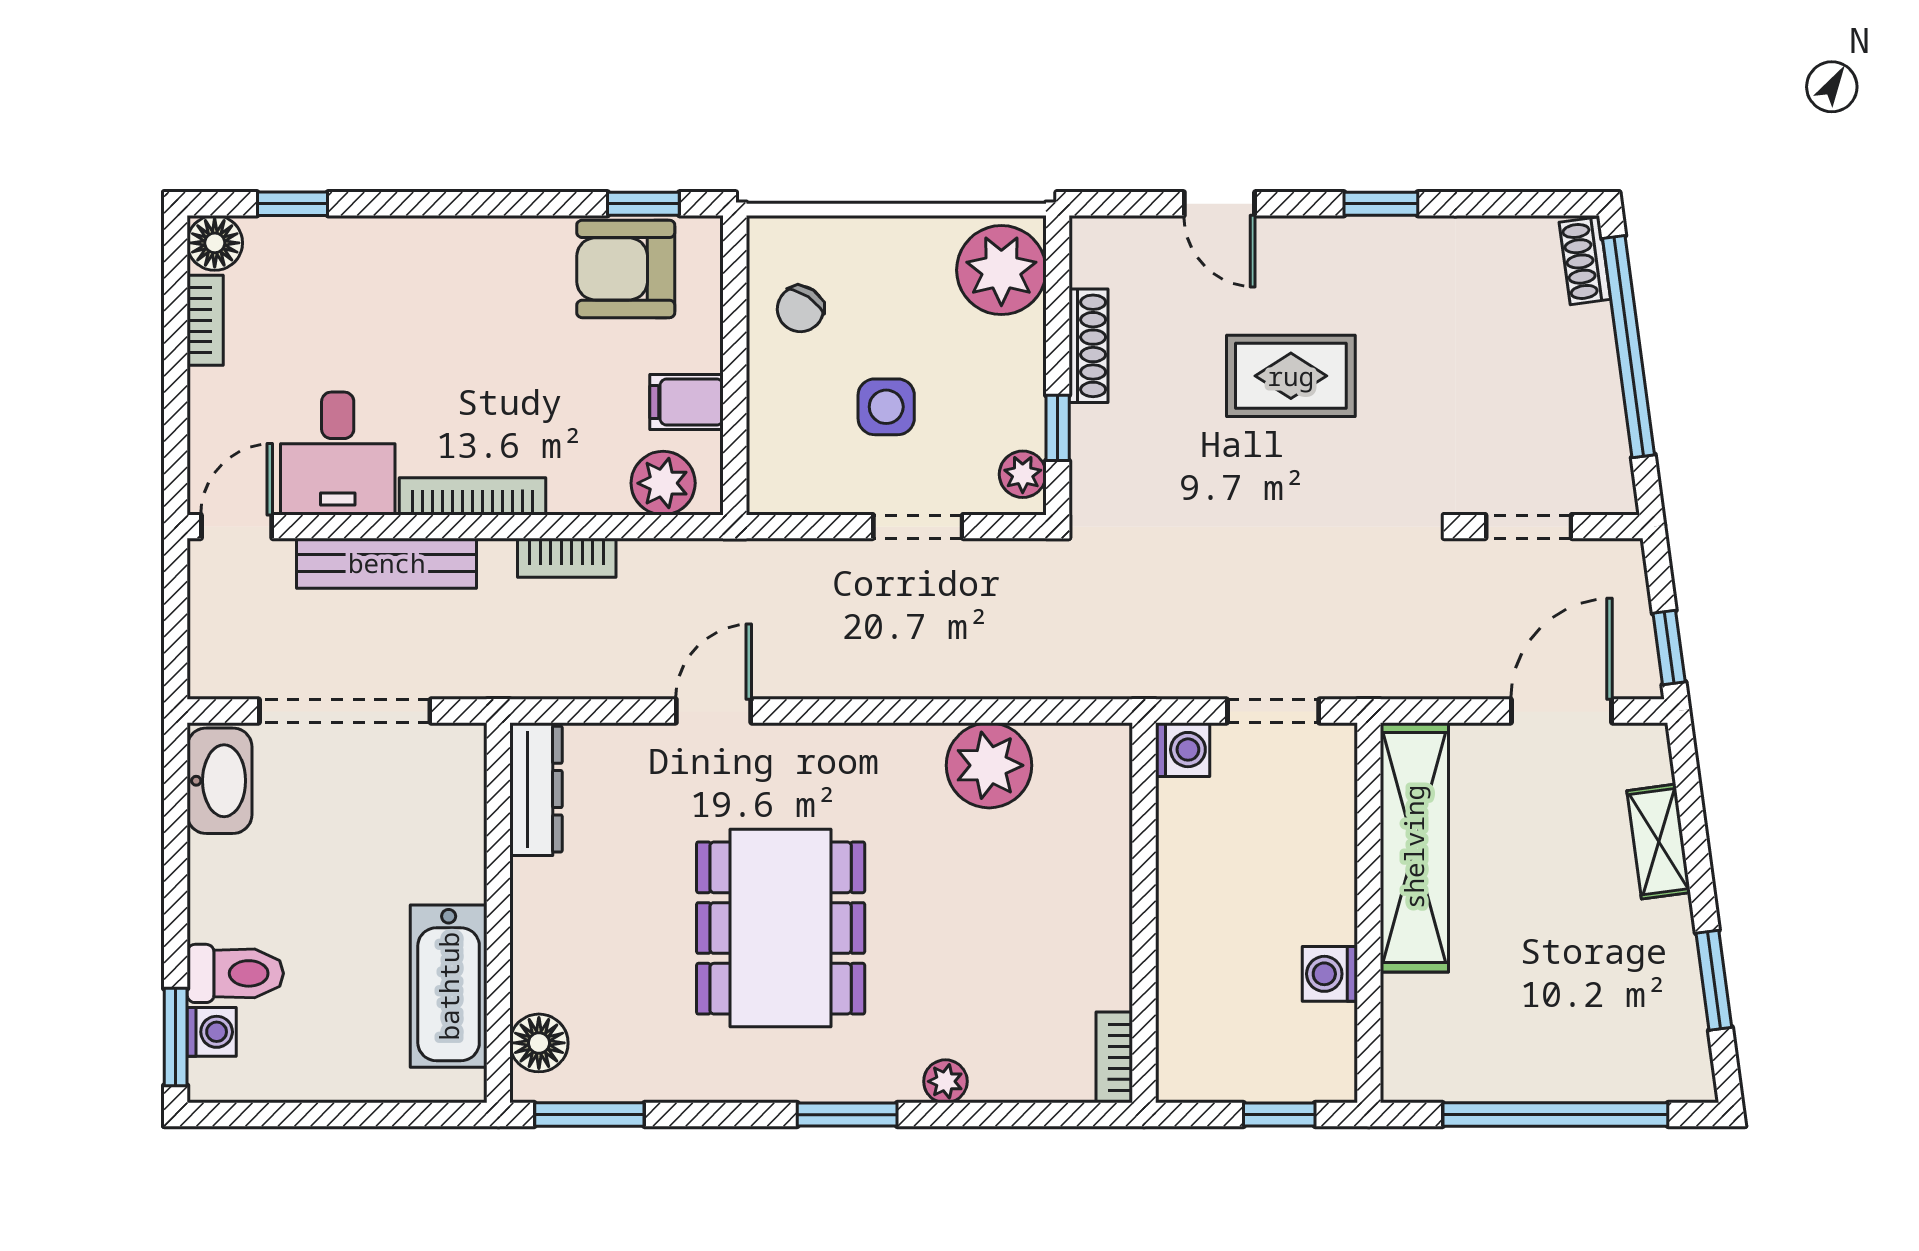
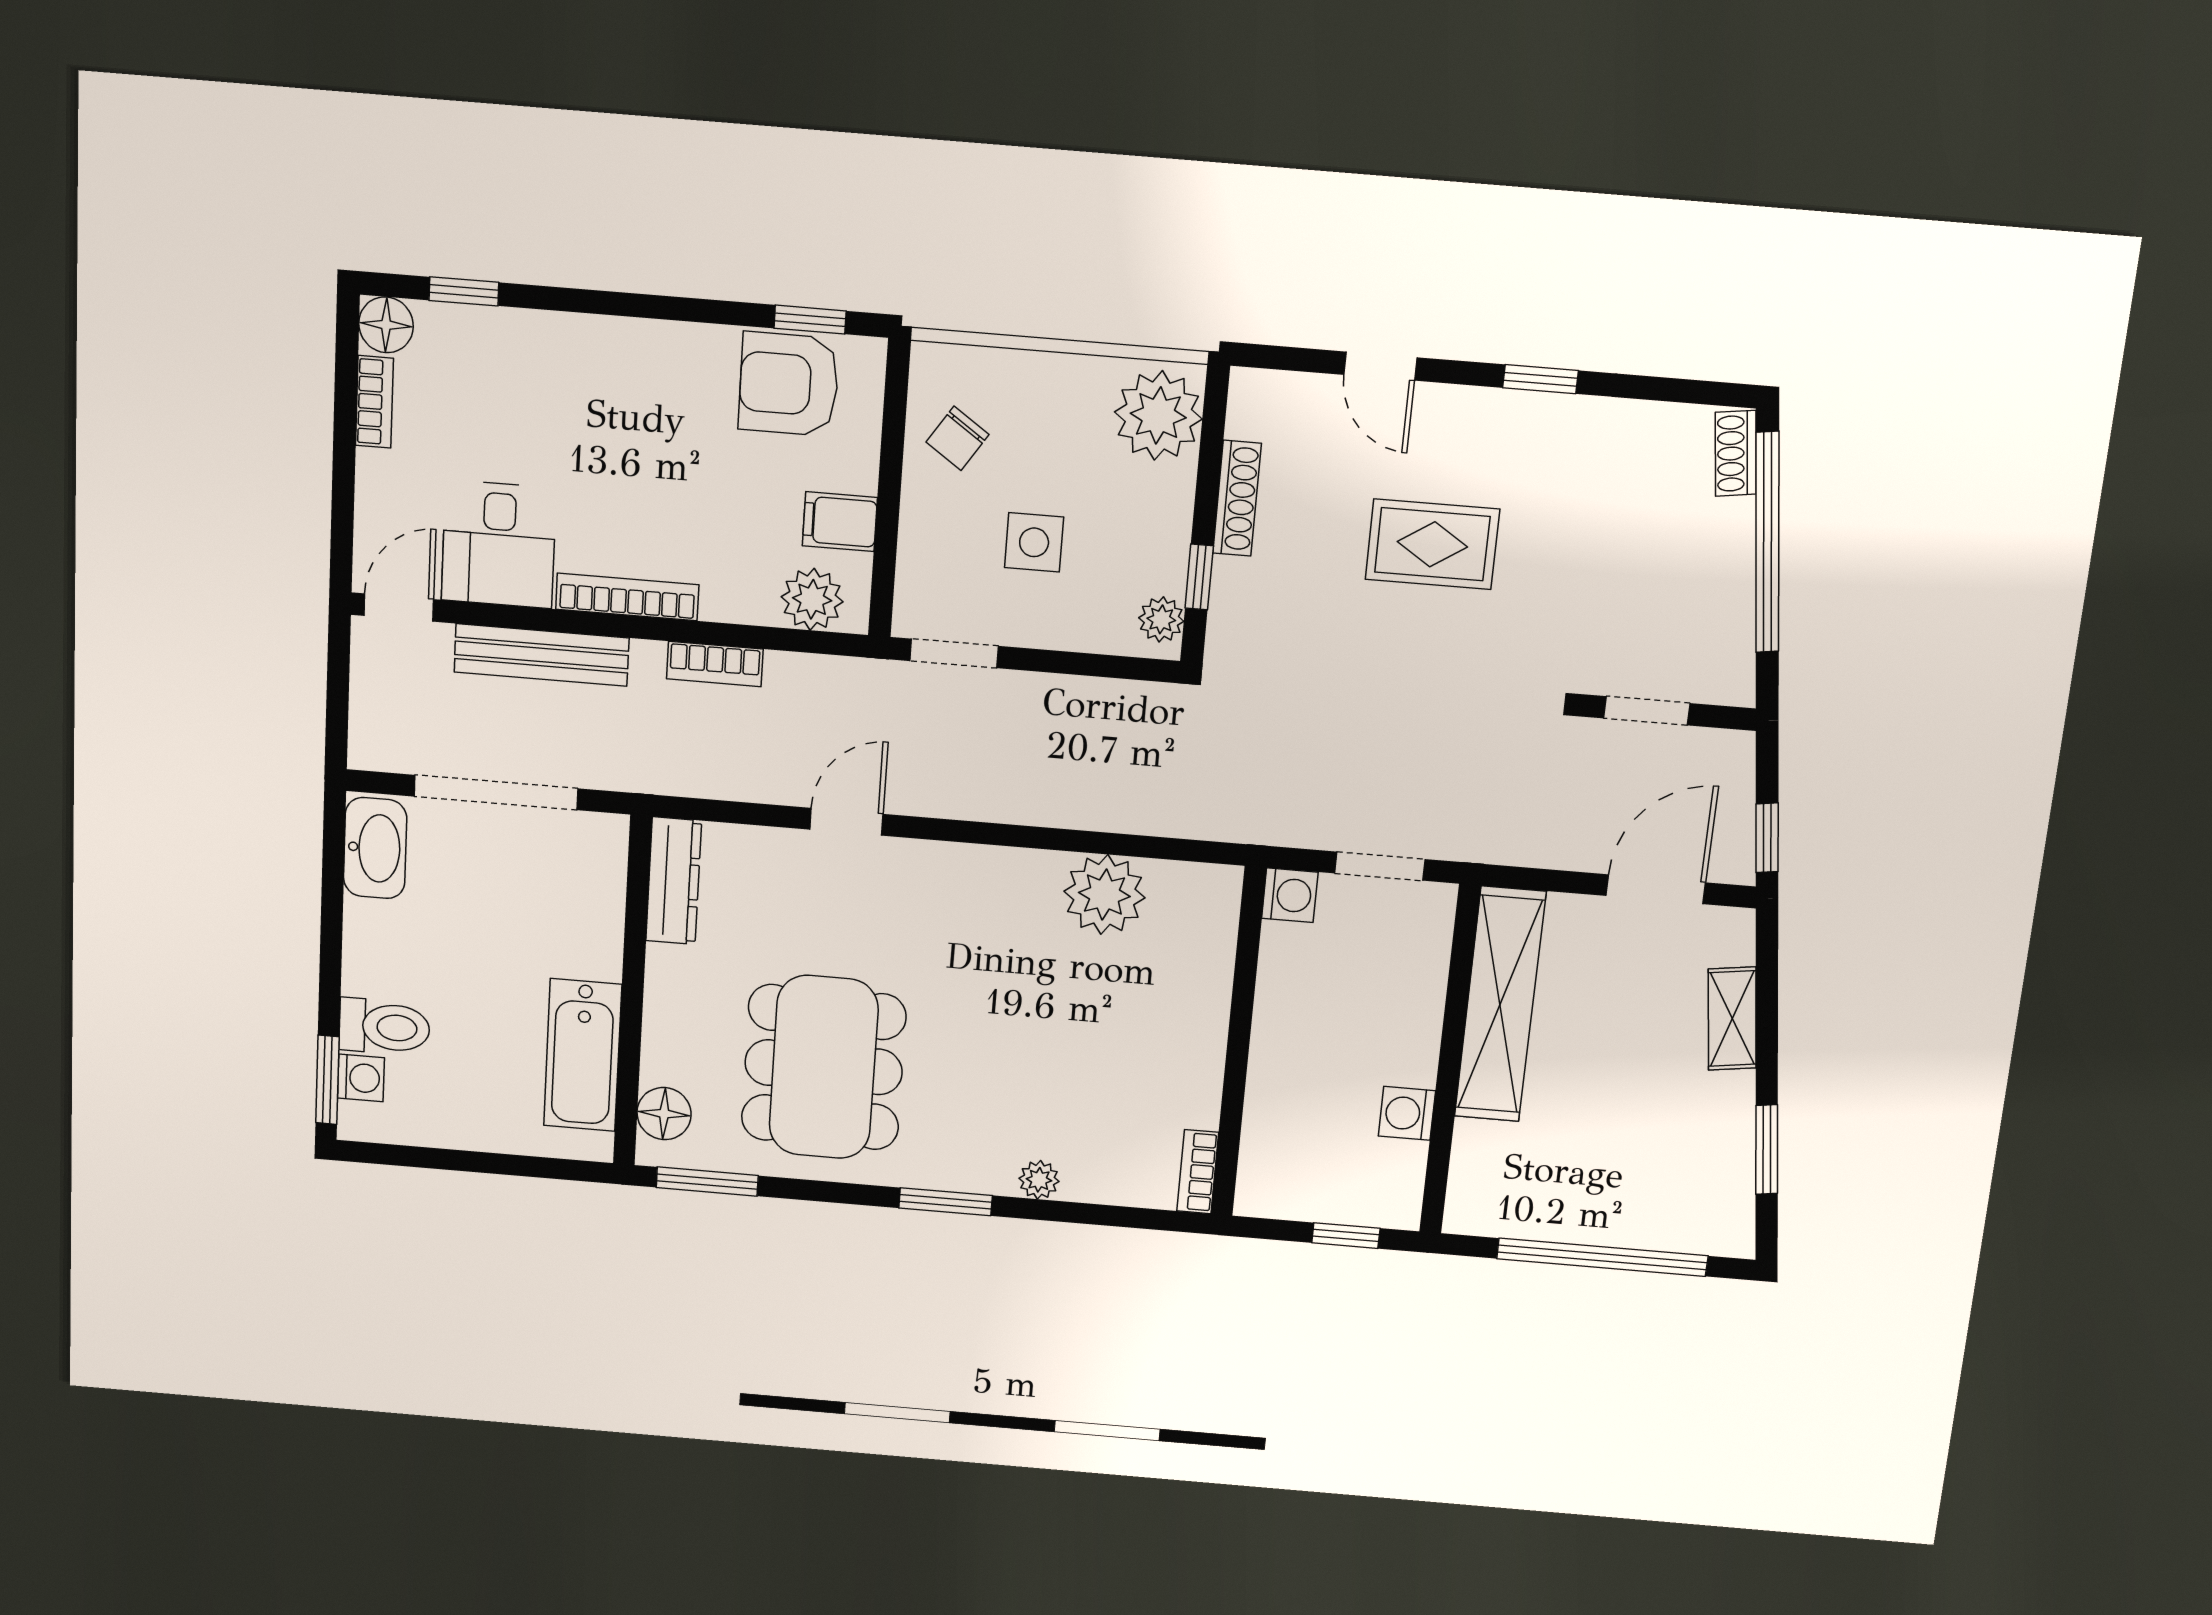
doorway: (918, 527) -> (954, 653), moved
dining table: (781, 928) -> (824, 1067), moved

